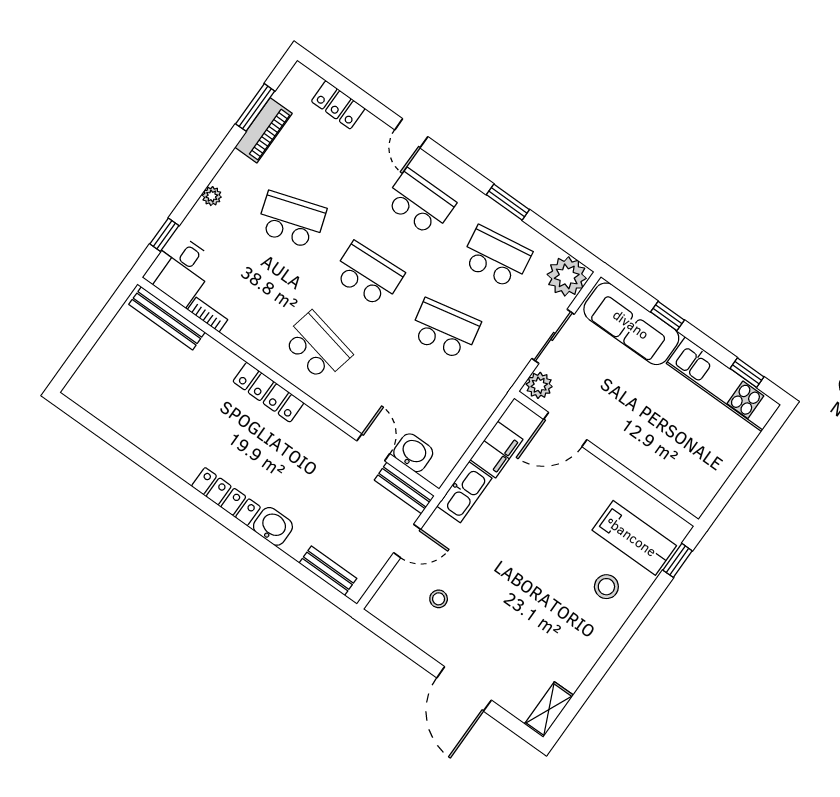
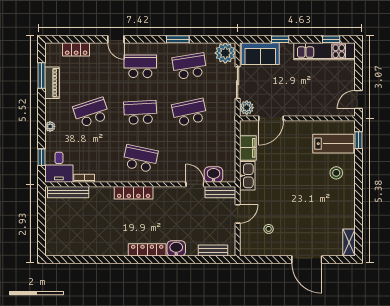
sofa: (631, 324) -> (260, 54), width x0.73
door: (723, 497) -> (359, 100), added

